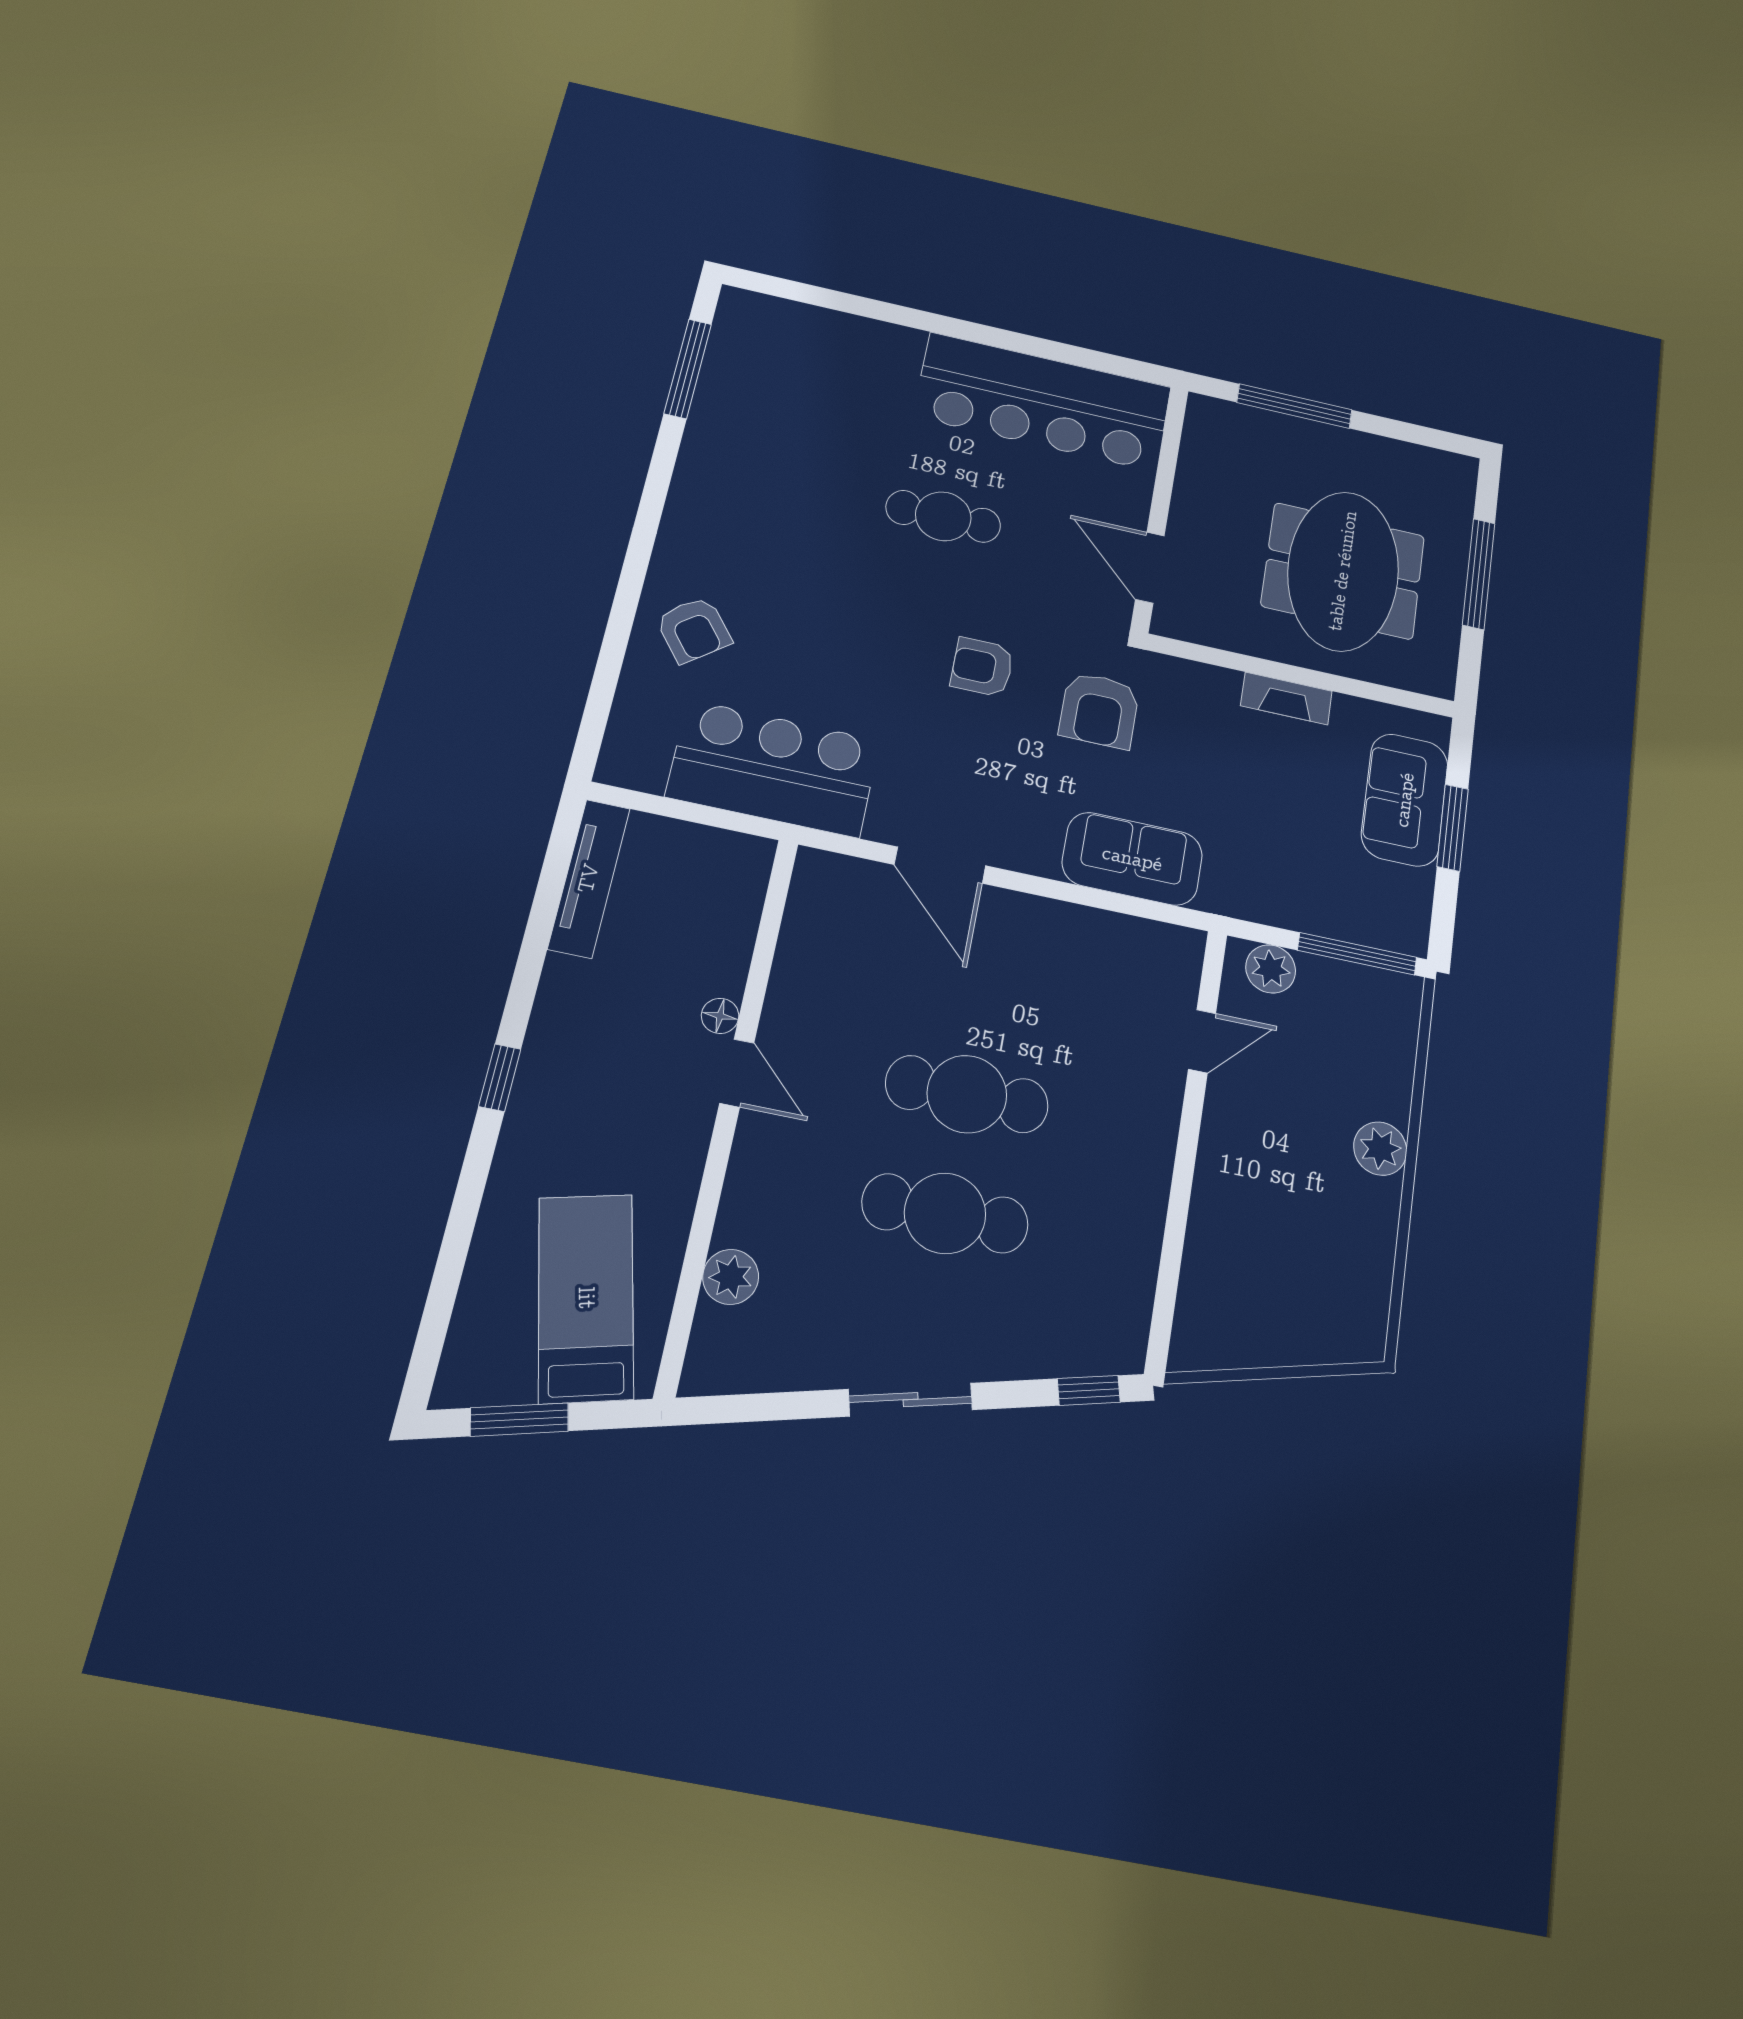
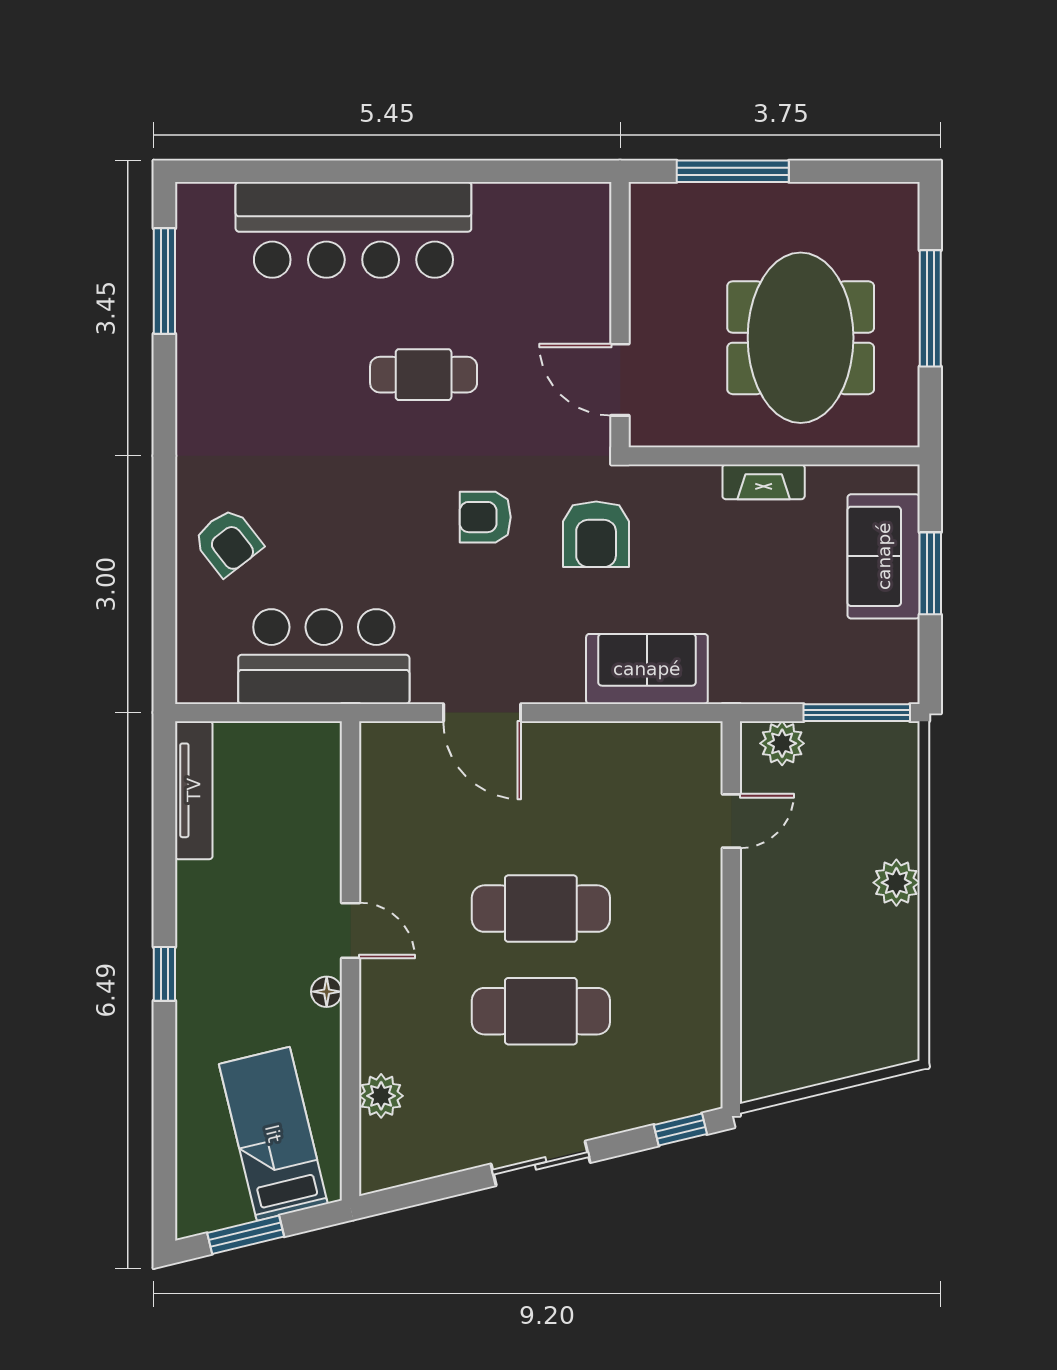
bar counter: (1043, 402) -> (353, 230), moved
floor lamp: (720, 1016) -> (327, 992), moved

